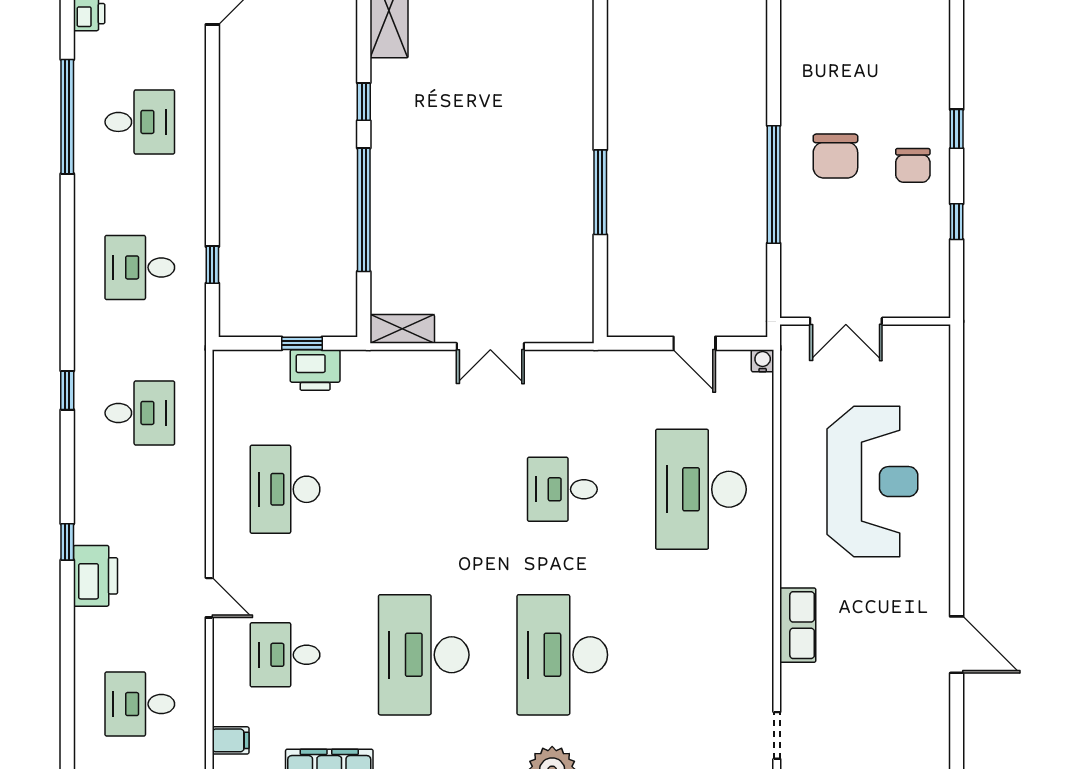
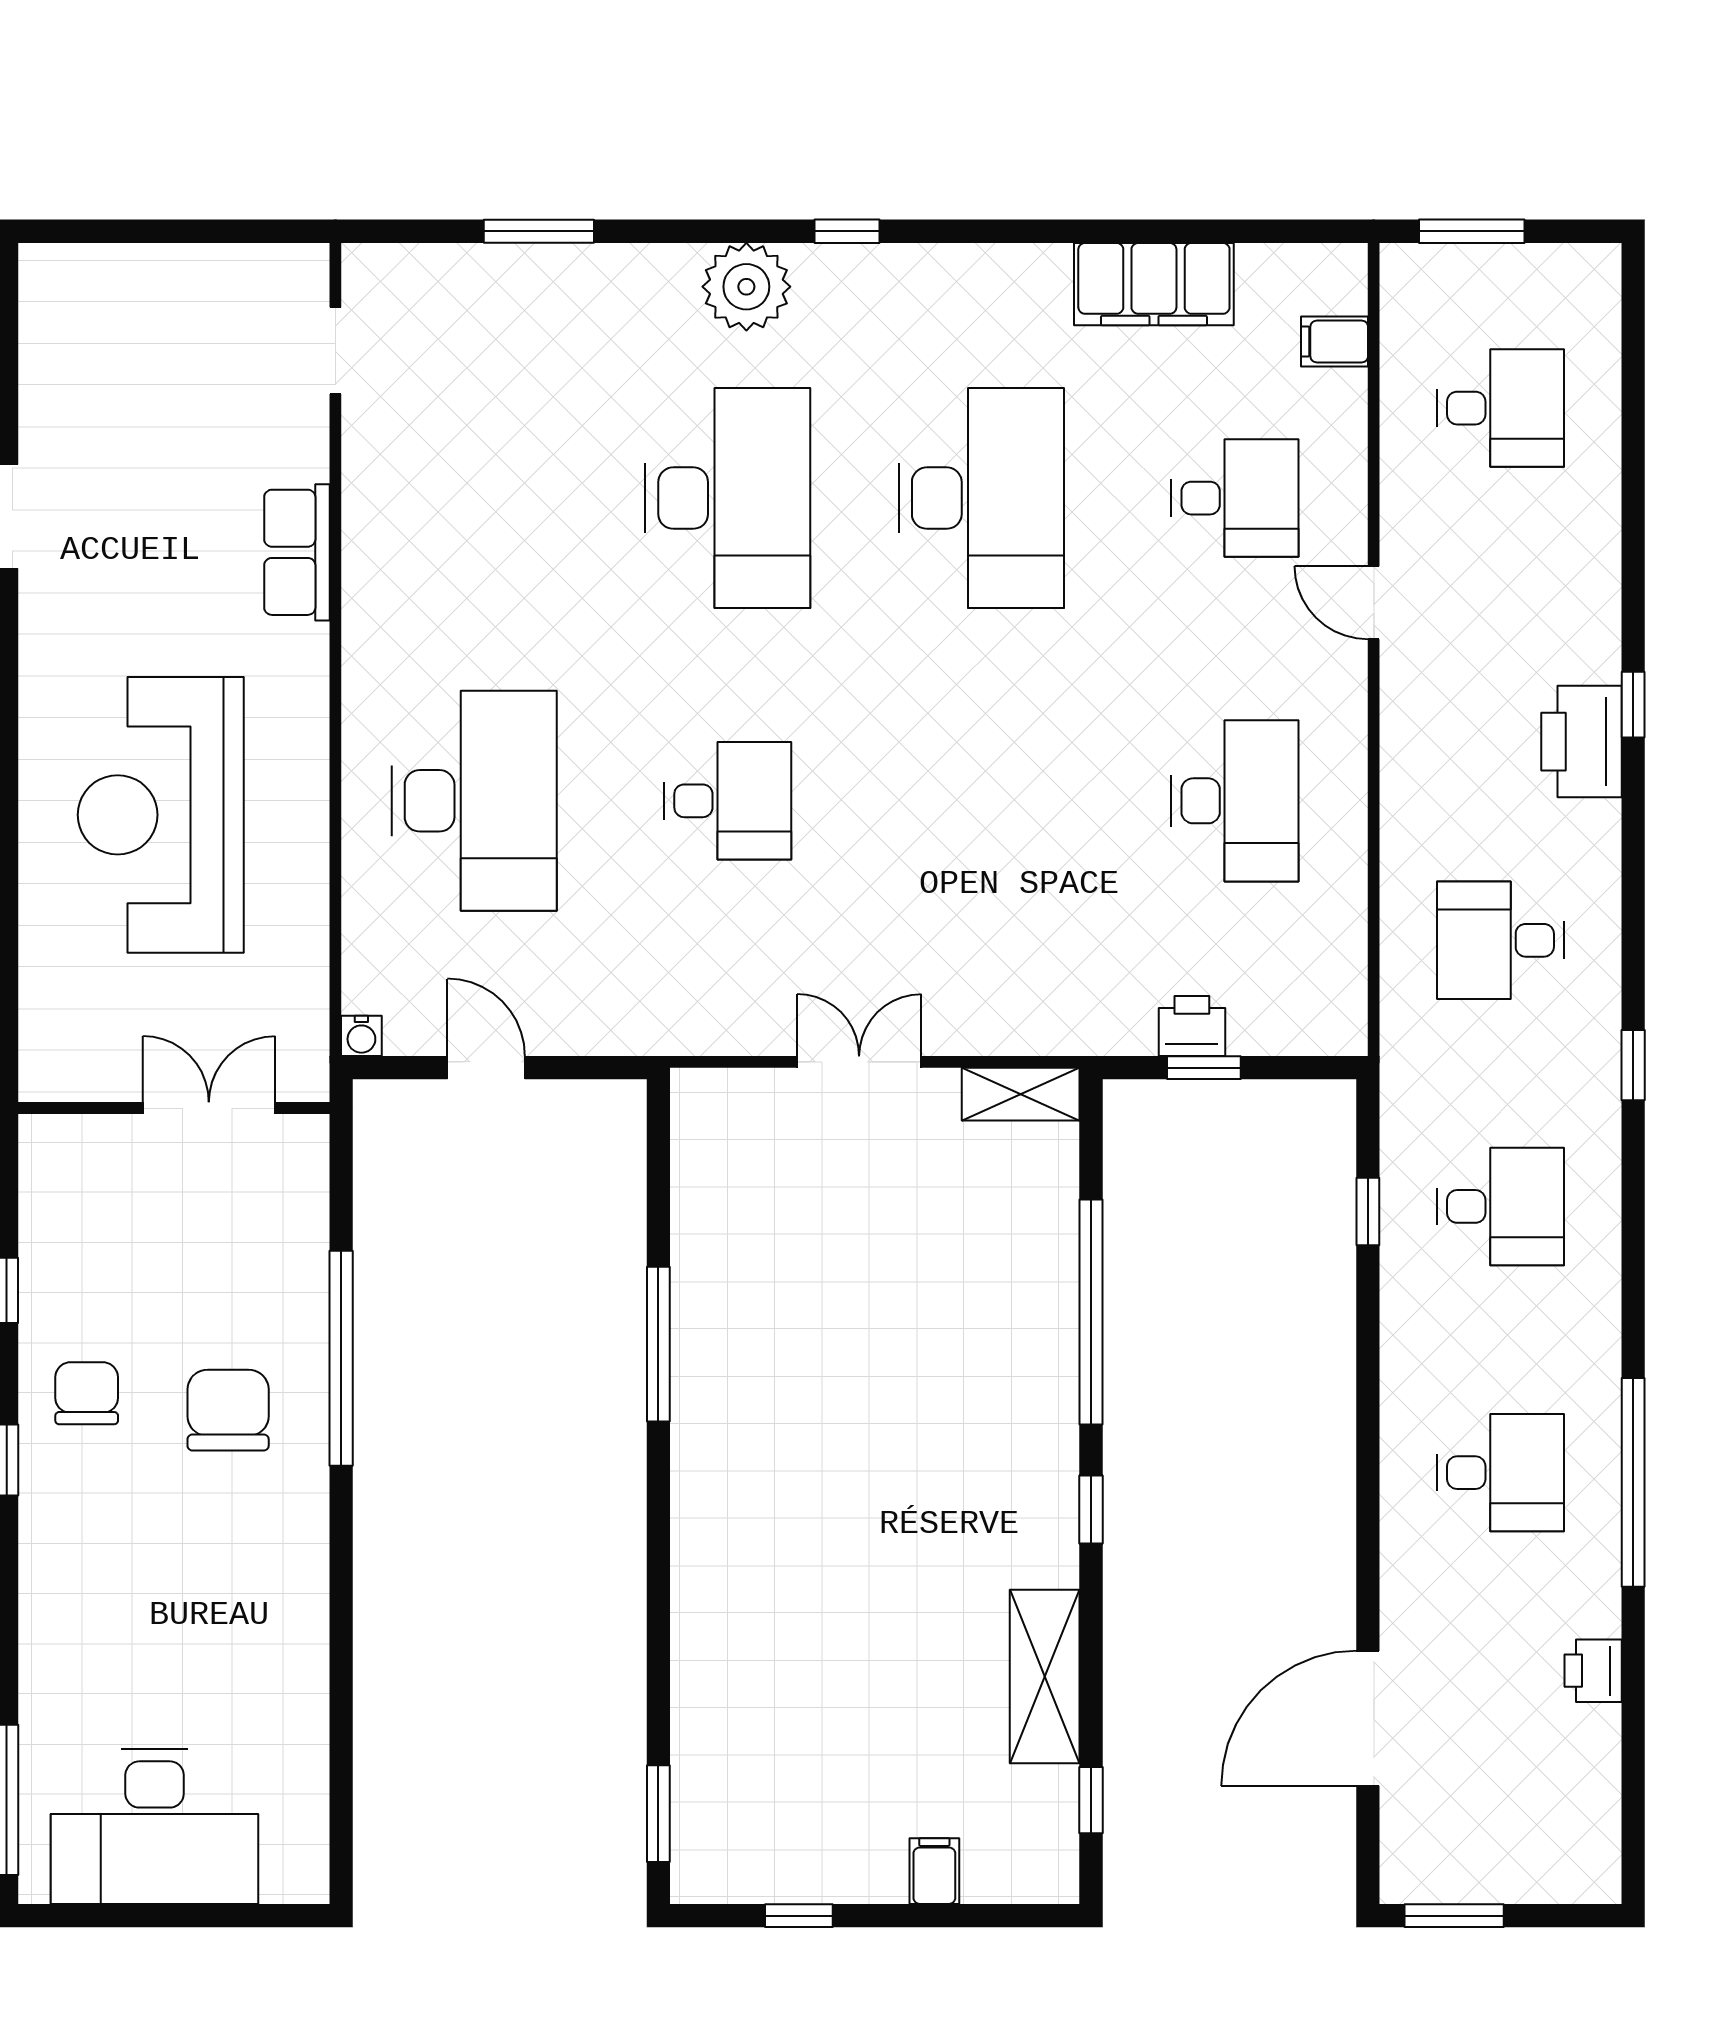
desk: (140, 122) -> (1501, 1473), turned 180
printer: (315, 370) -> (1192, 1026), width x0.73, depth x0.81
window: (67, 390) -> (1633, 1065), moved
printer: (95, 576) -> (1582, 742), moved

